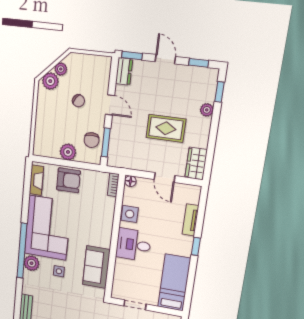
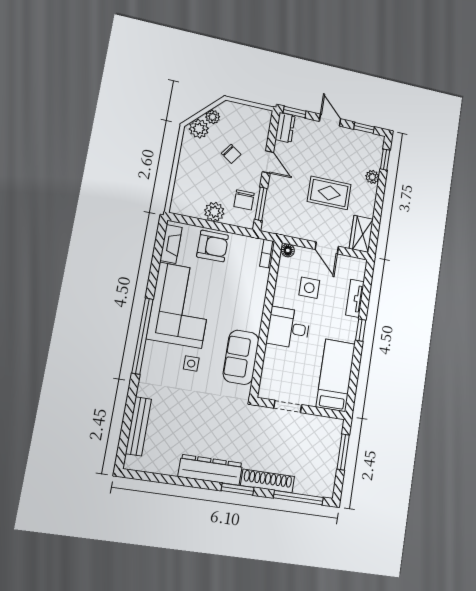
side table: (130, 214) -> (309, 288), moved
plant: (32, 263) -> (154, 353), removed

